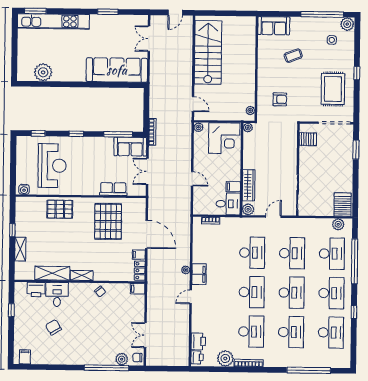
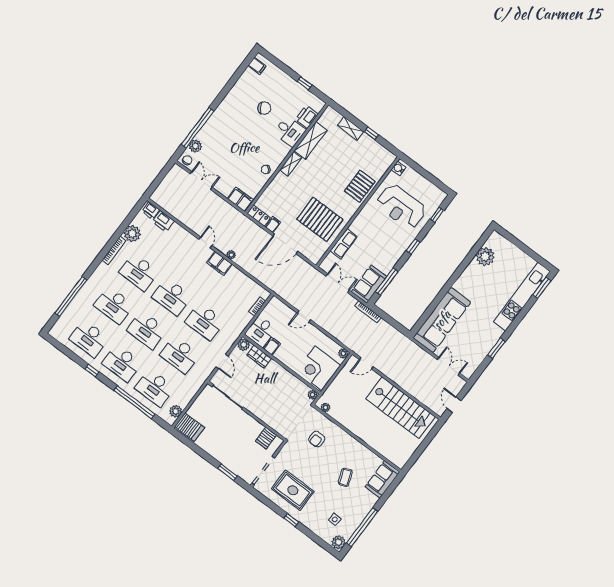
wardrobe: (249, 185) -> (259, 357), width x0.67
filing cabinet: (138, 289) -> (240, 199), width x2.00

